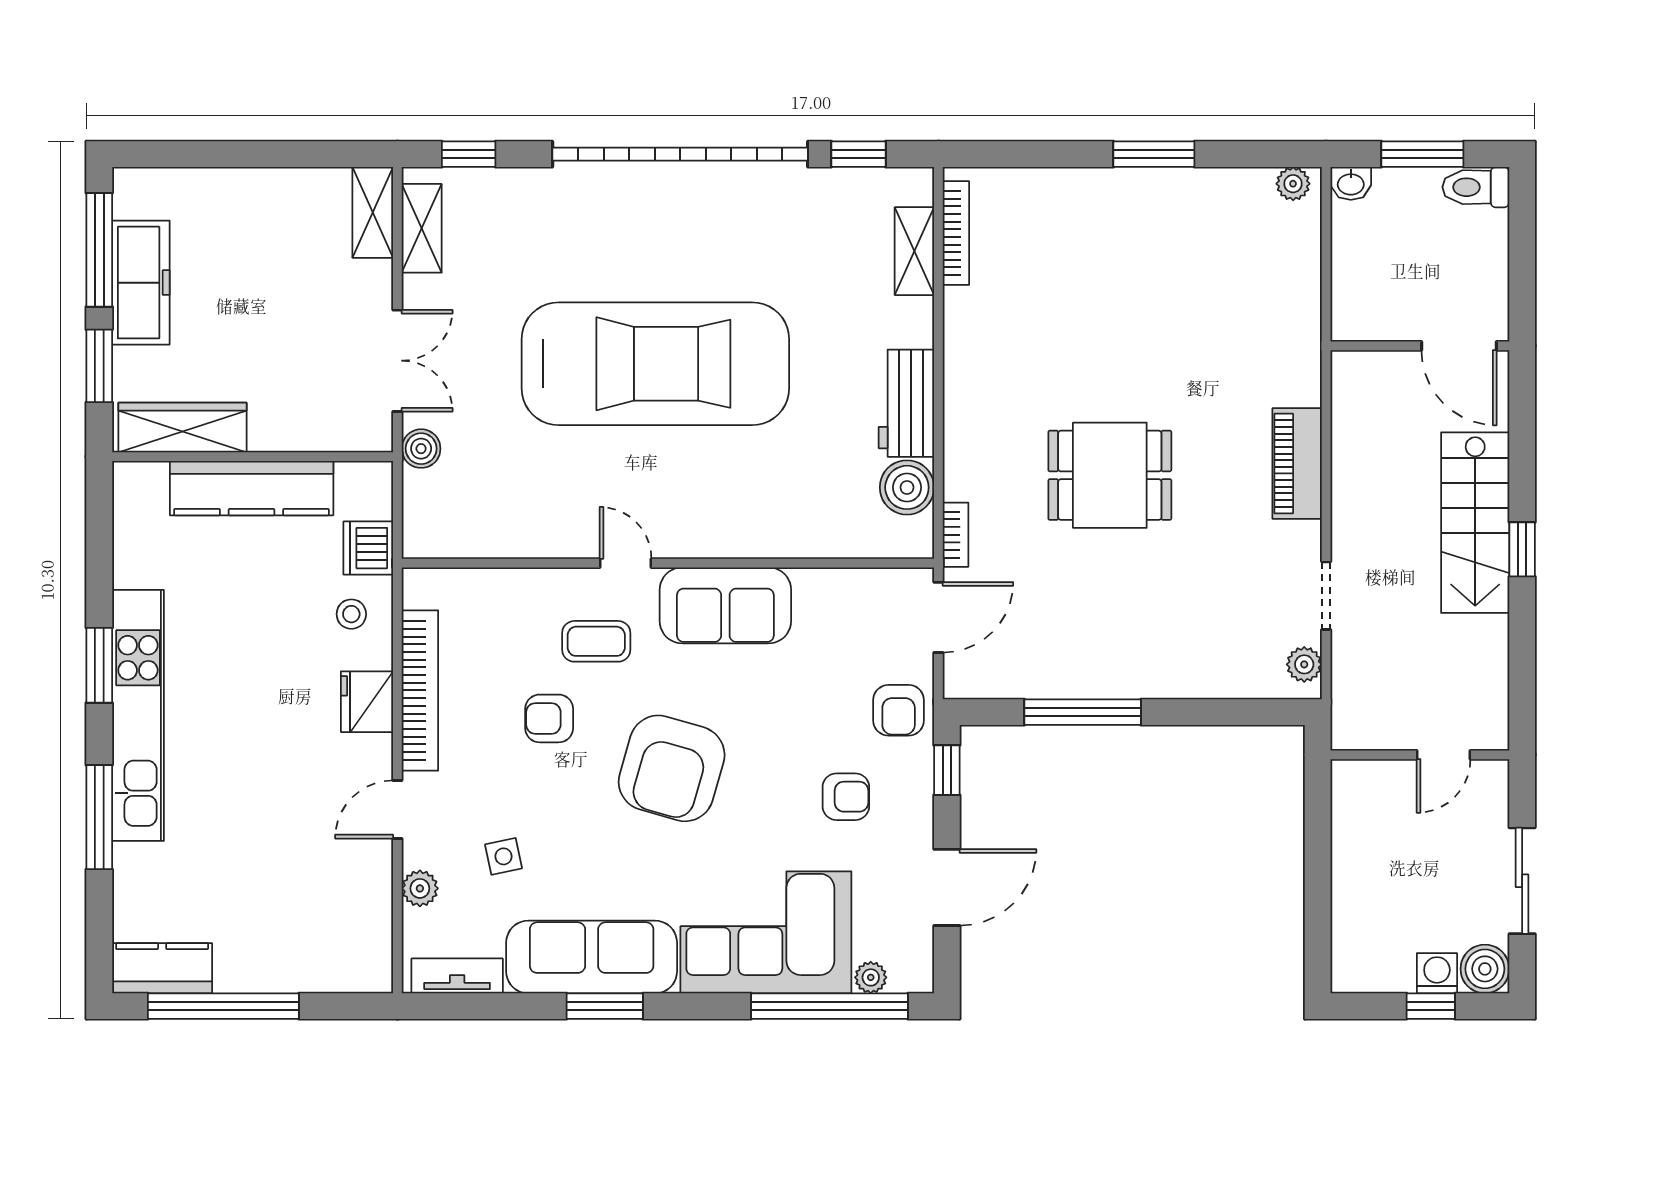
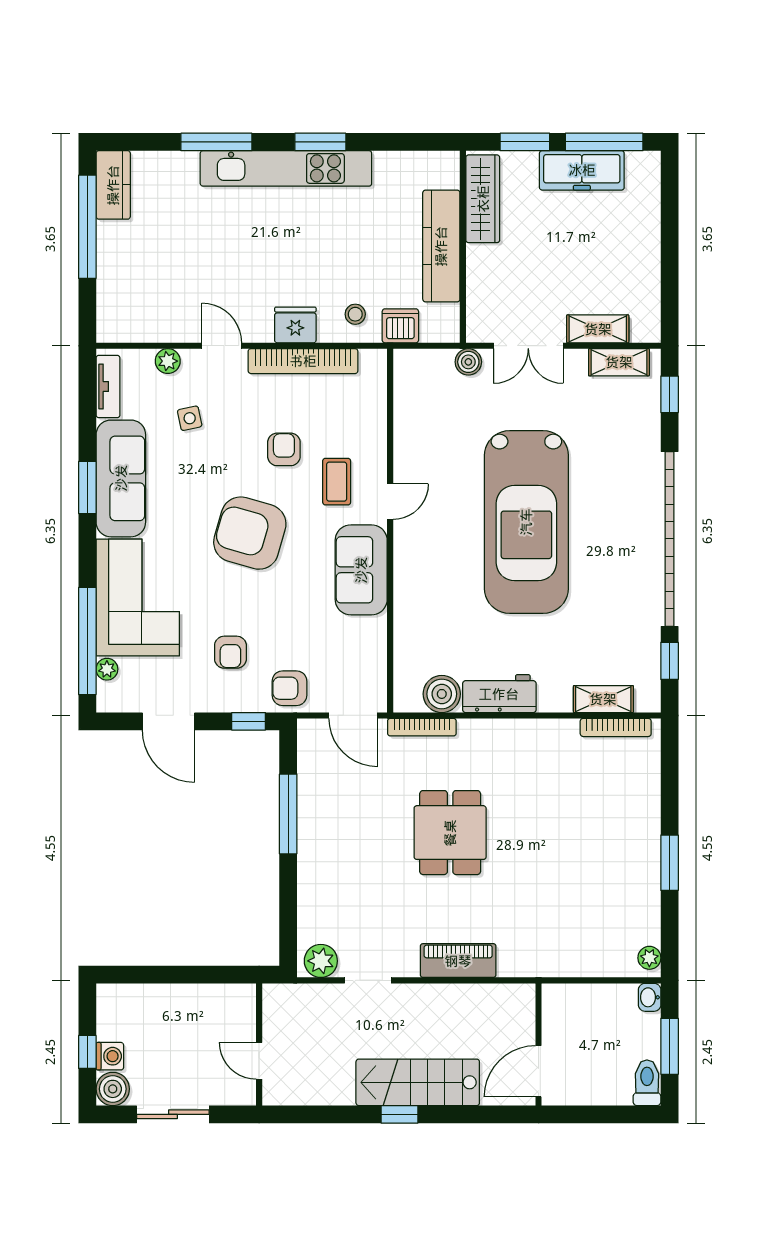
shelving: (373, 212) -> (598, 329), moved
bookcase: (956, 535) -> (422, 727), width x1.56
plant: (1304, 664) -> (321, 961), width x1.38, depth x1.38

